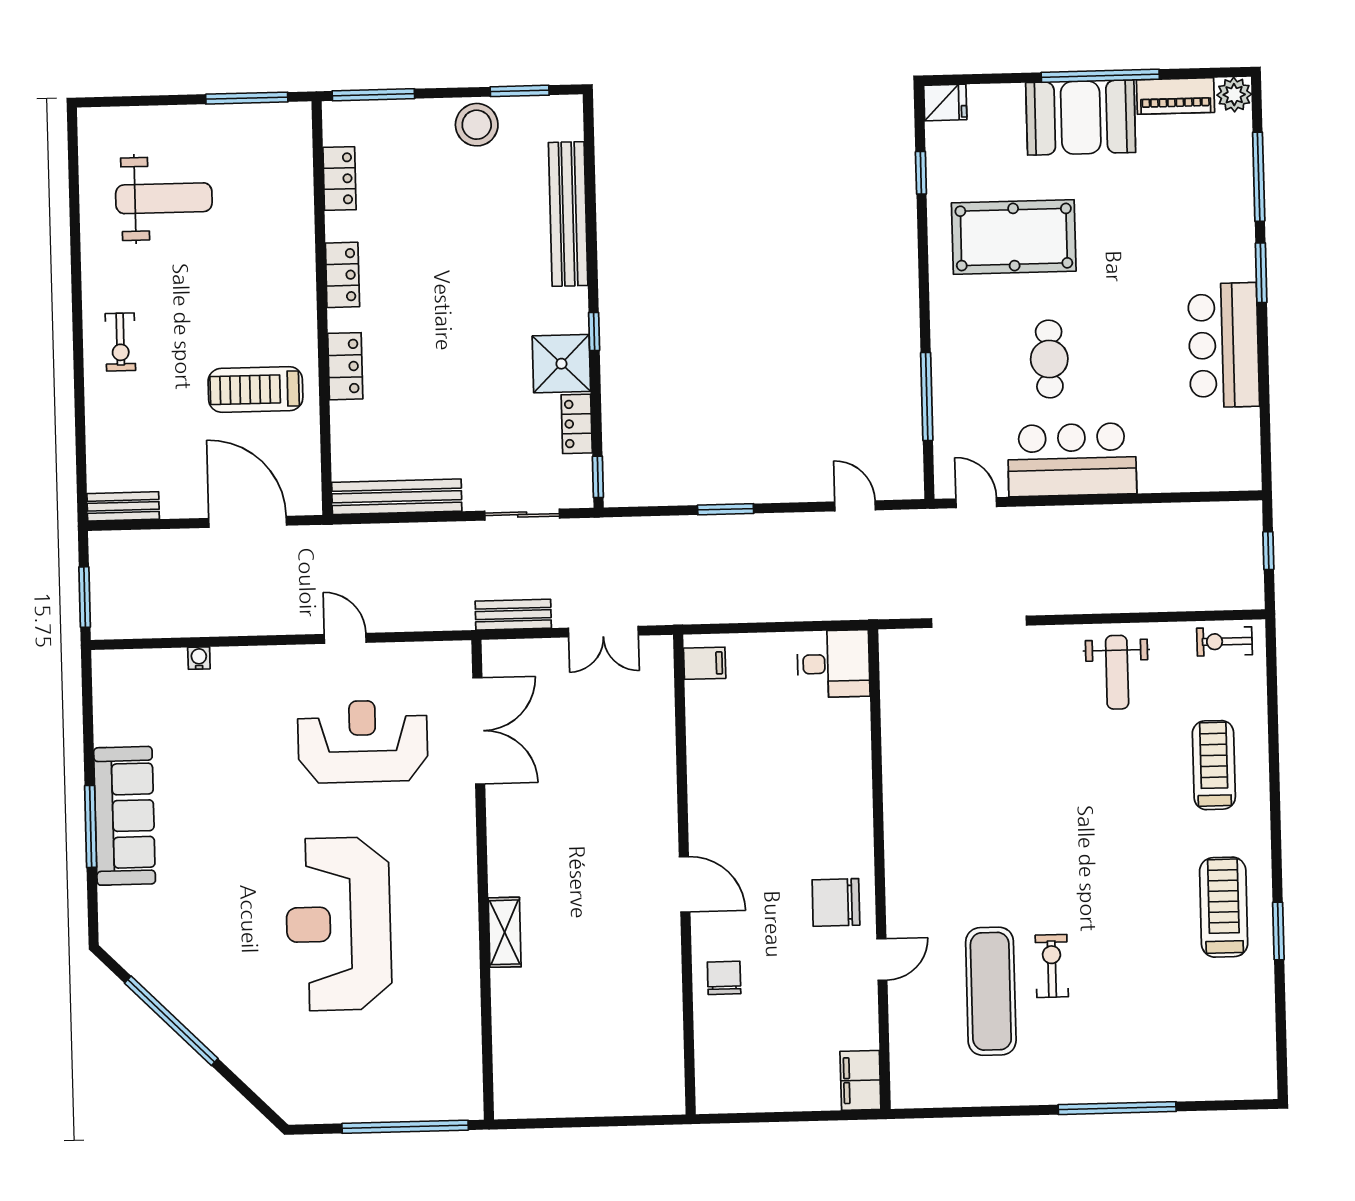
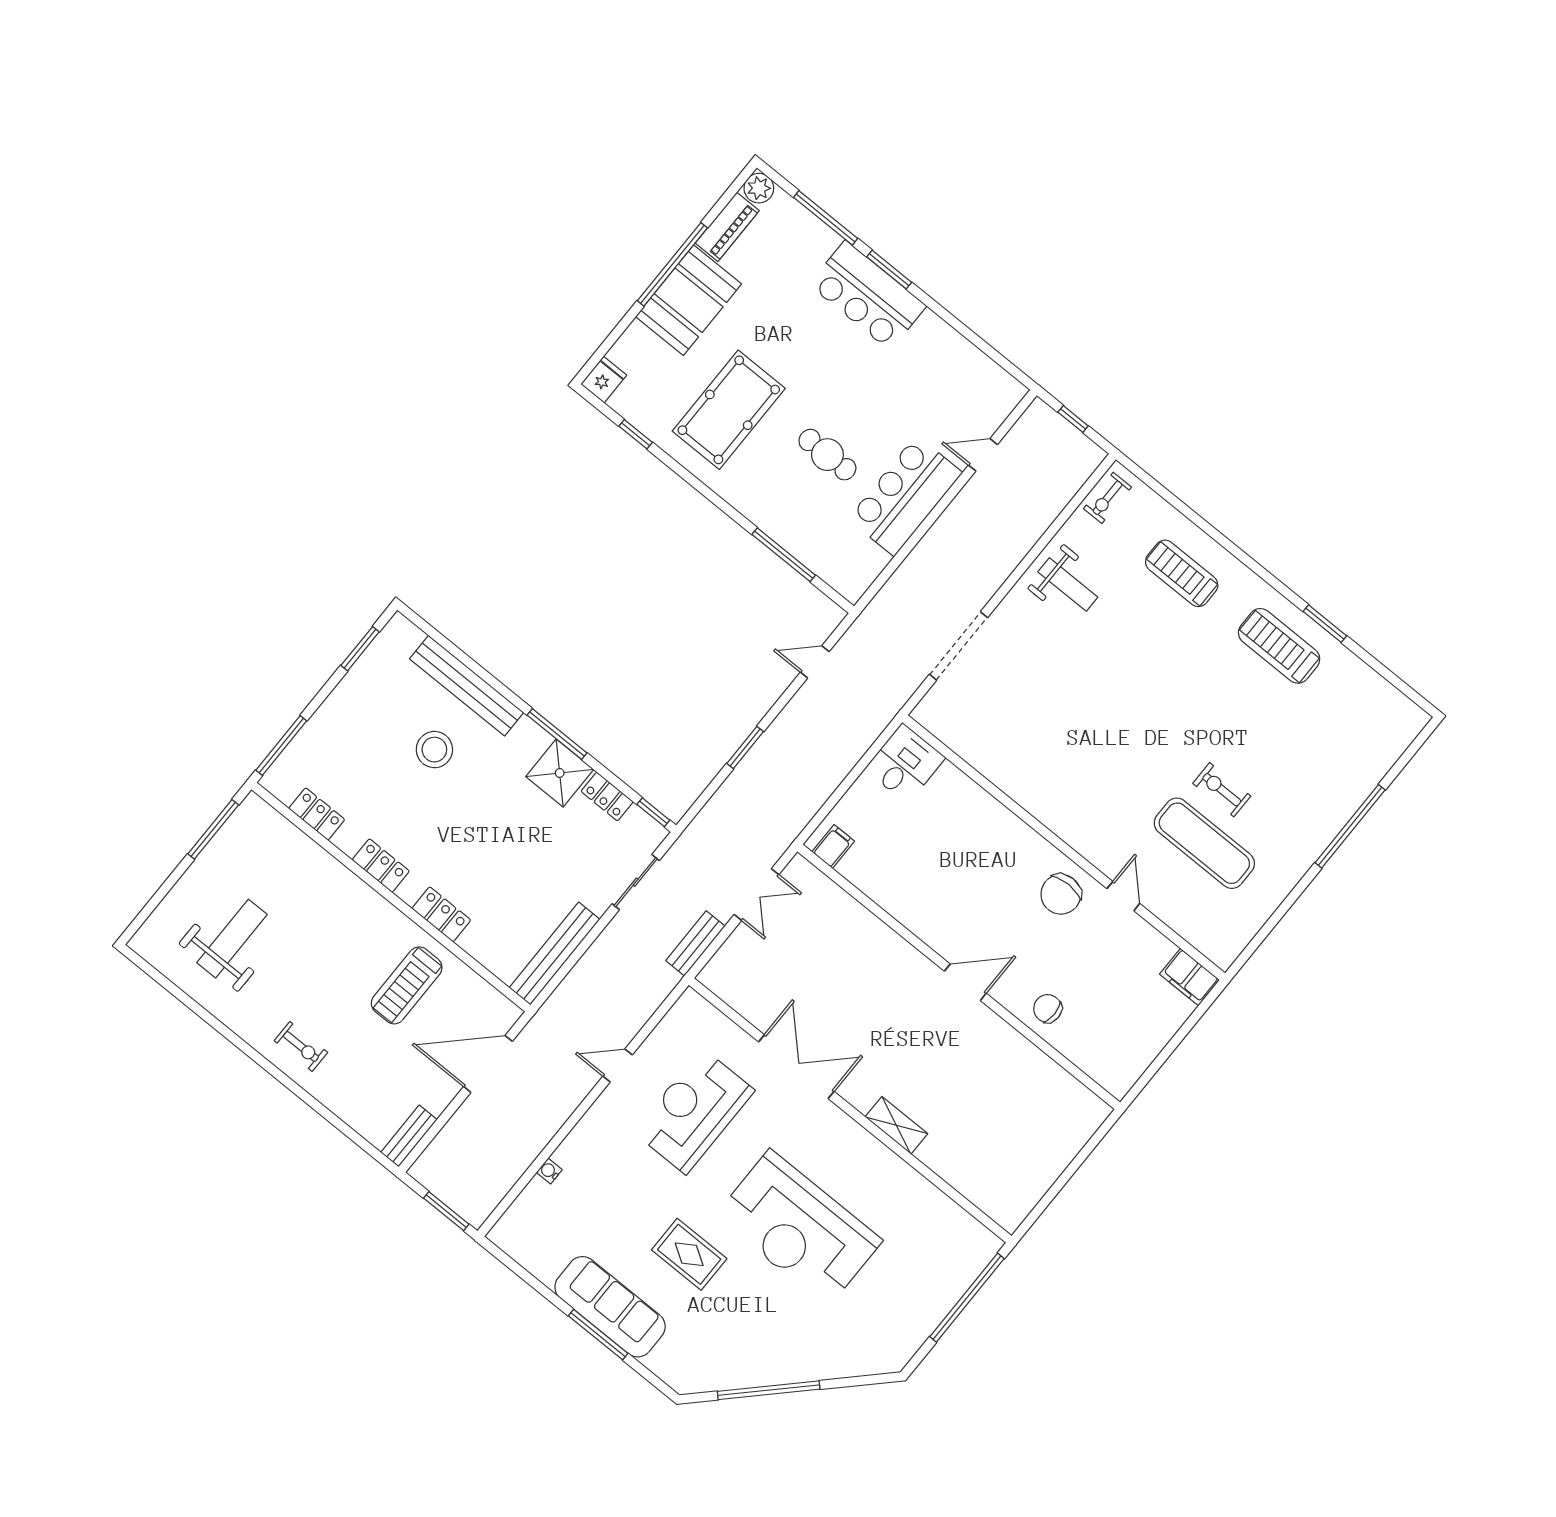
stool: (477, 125) -> (434, 750), moved
window: (594, 332) -> (557, 734), width x2.17
bar counter: (1224, 345) -> (868, 295), moved
door: (976, 503) -> (983, 455), moved
double door: (479, 731) -> (796, 1067), moved
rug: (232, 846) -> (689, 1254), added

